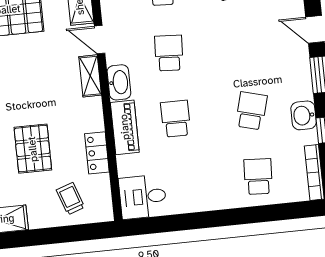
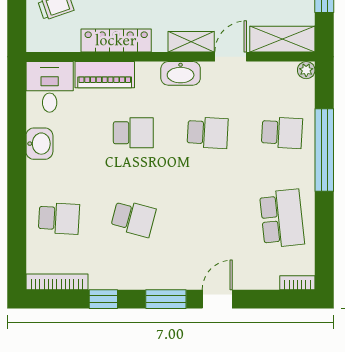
washbasin: (304, 115) -> (39, 144), moved, turned 90
piano: (125, 127) -> (105, 75), moved
locker: (97, 153) -> (116, 41), width x1.53

